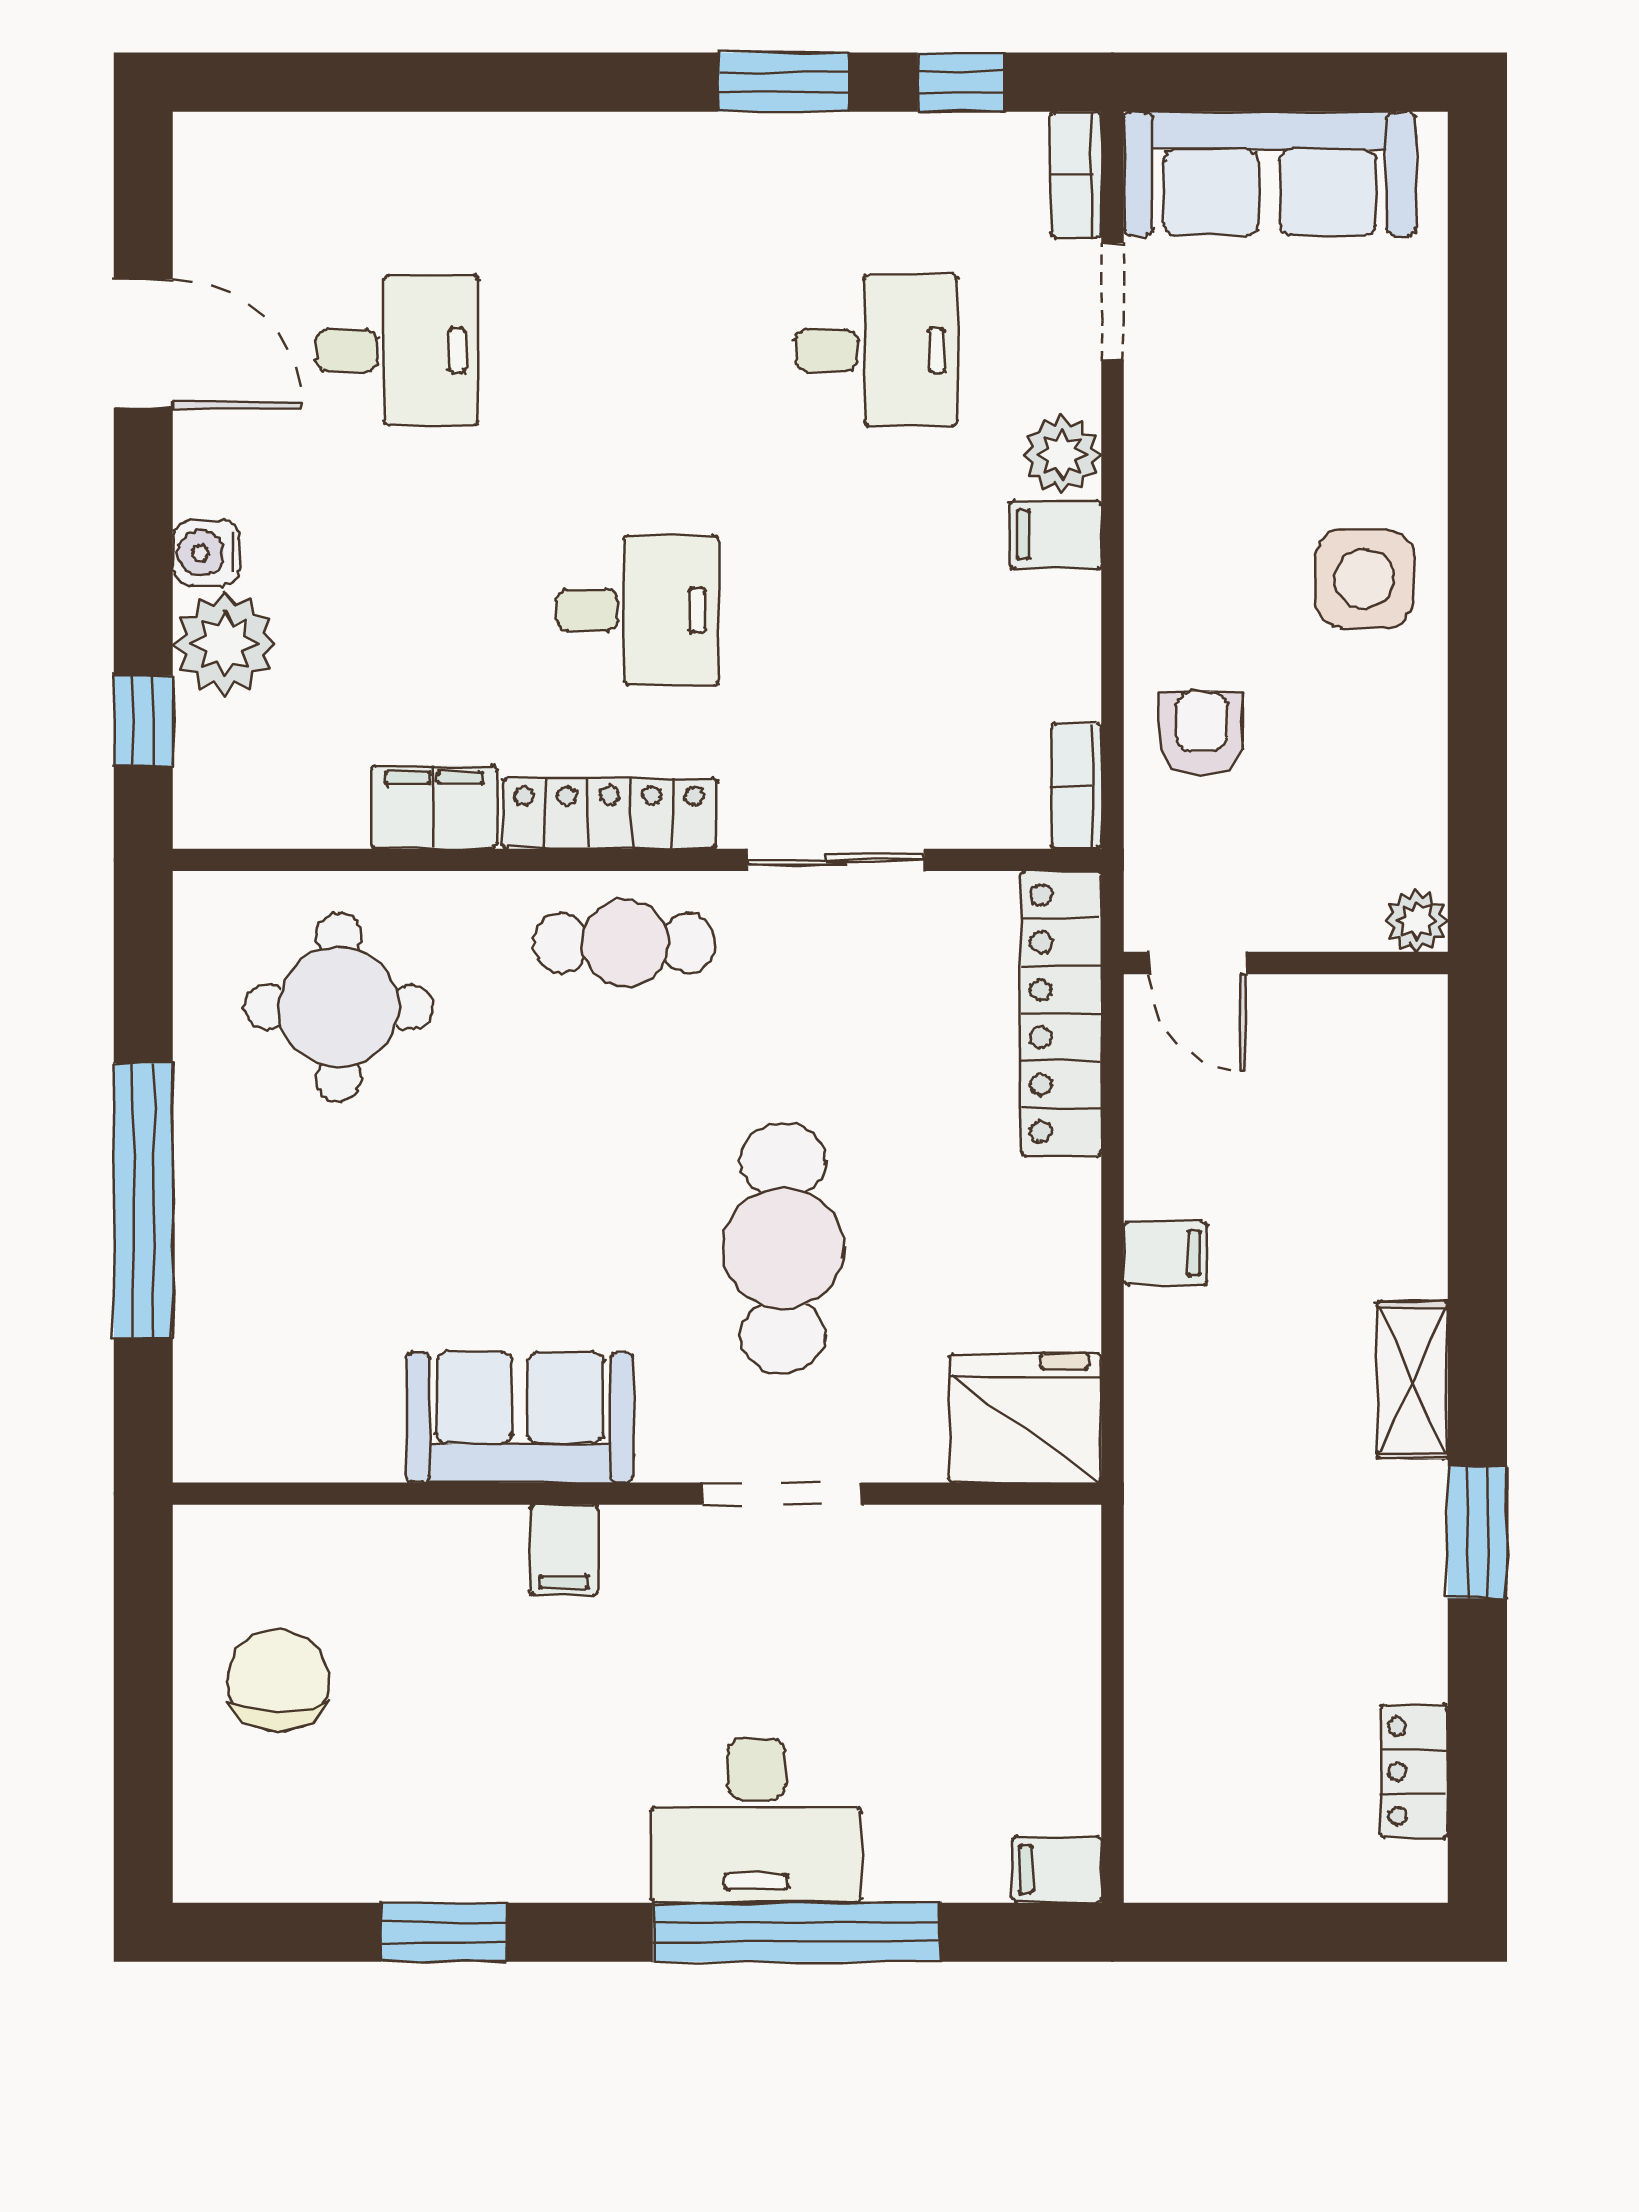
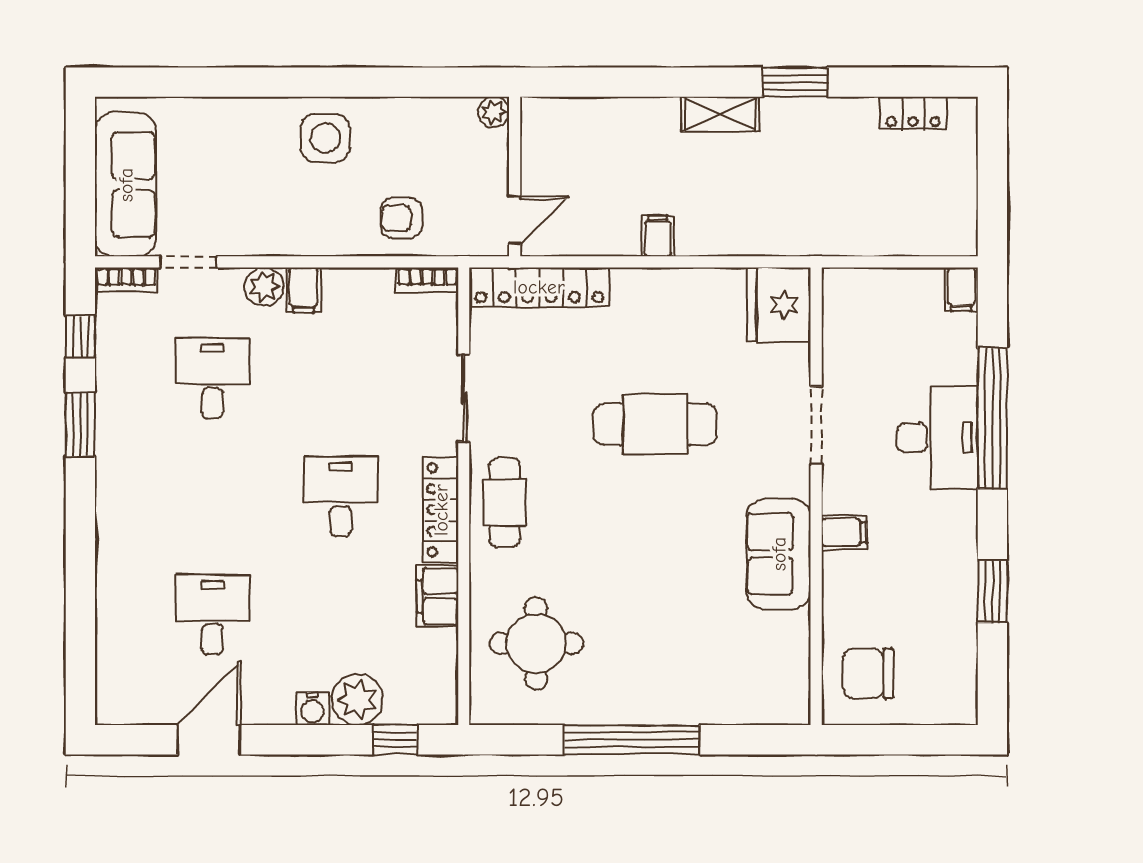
sofa: (520, 1417) -> (779, 554), moved
fridge: (1025, 1418) -> (779, 305), moved
wall: (637, 1494) -> (816, 496), moved
doorway: (782, 1494) -> (816, 425), moved
filing cabinet: (564, 1550) -> (844, 532), moved

